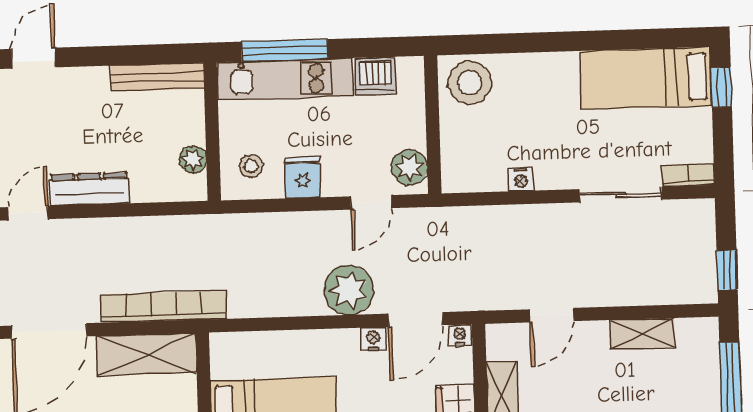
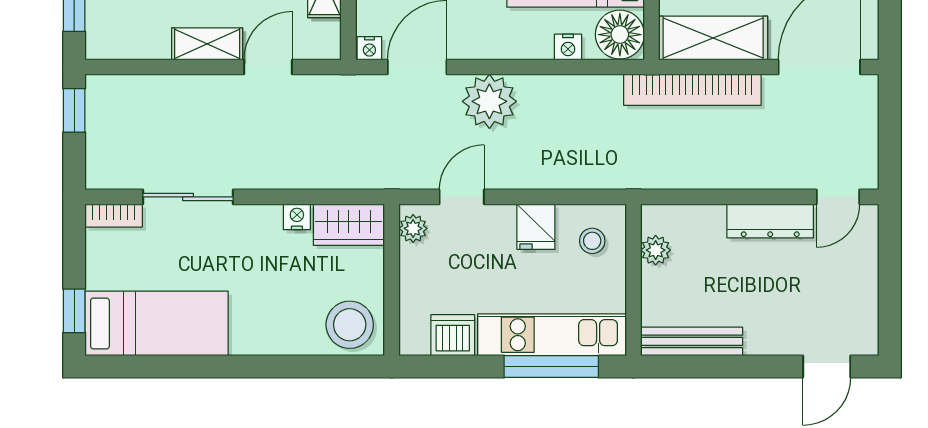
plant: (410, 167) -> (413, 228), width x0.73, depth x0.73
wardrobe: (473, 174) -> (349, 225), added
shelving: (642, 333) -> (207, 44), moved
nightstand: (373, 339) -> (568, 47), moved
floor lamp: (232, 355) -> (620, 35), added

